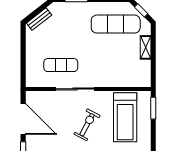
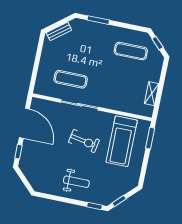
exercise mat: (116, 24) -> (131, 51), width x0.73, depth x0.69
shelving: (146, 47) -> (152, 94), moved
exercise bike: (87, 125) -> (84, 141), turned 73

